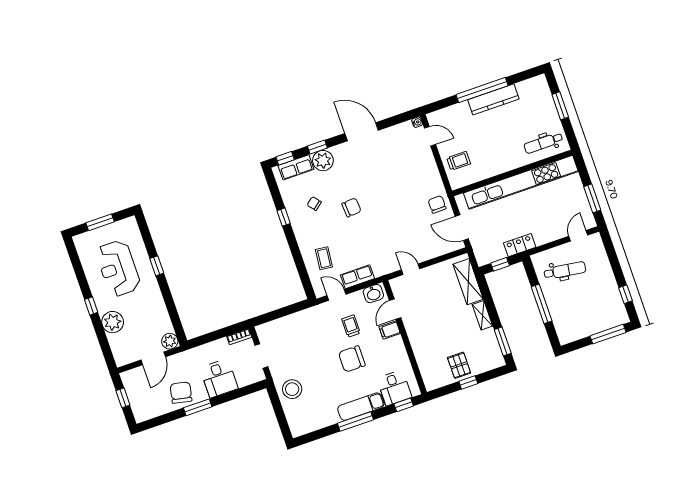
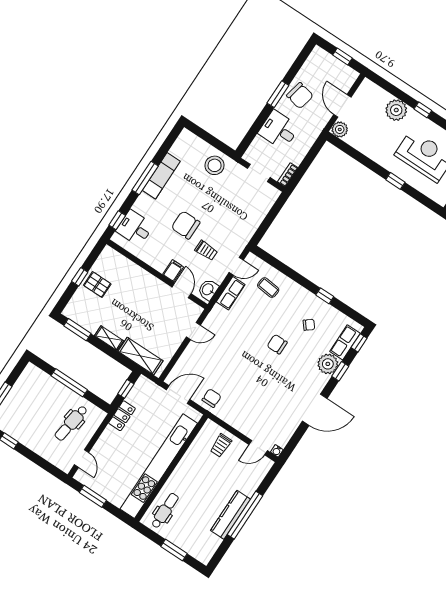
chair: (437, 204) -> (212, 398), turned -89
chair: (351, 207) -> (277, 344), turned 94
chair: (352, 359) -> (186, 225), turned -90
exam couch: (361, 407) -> (161, 176), moved

